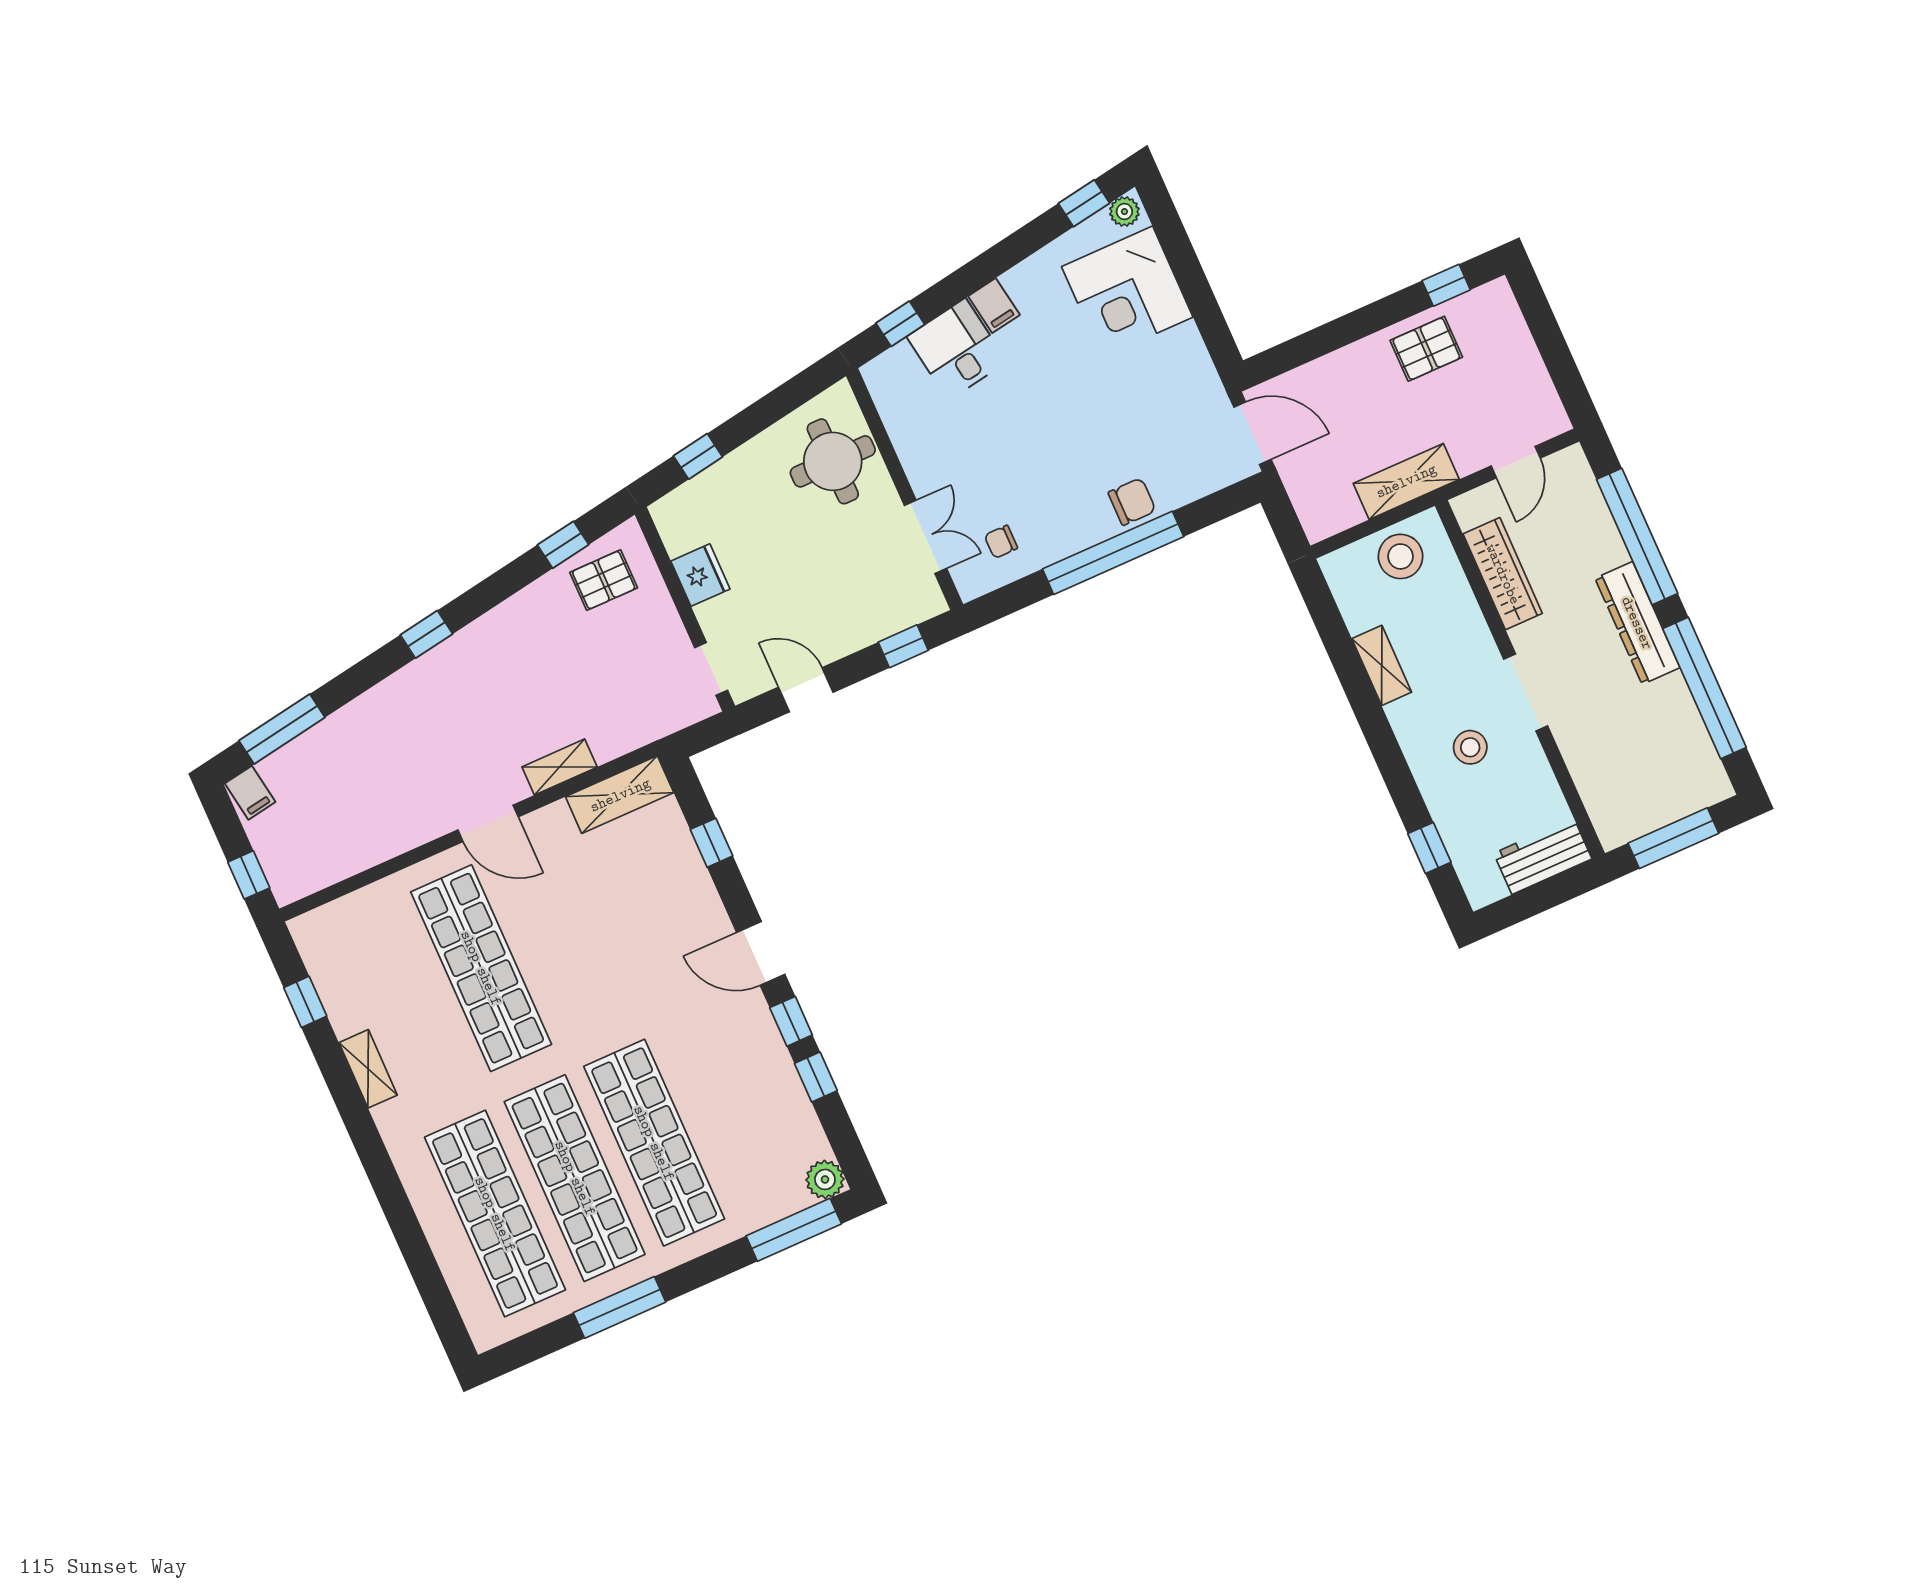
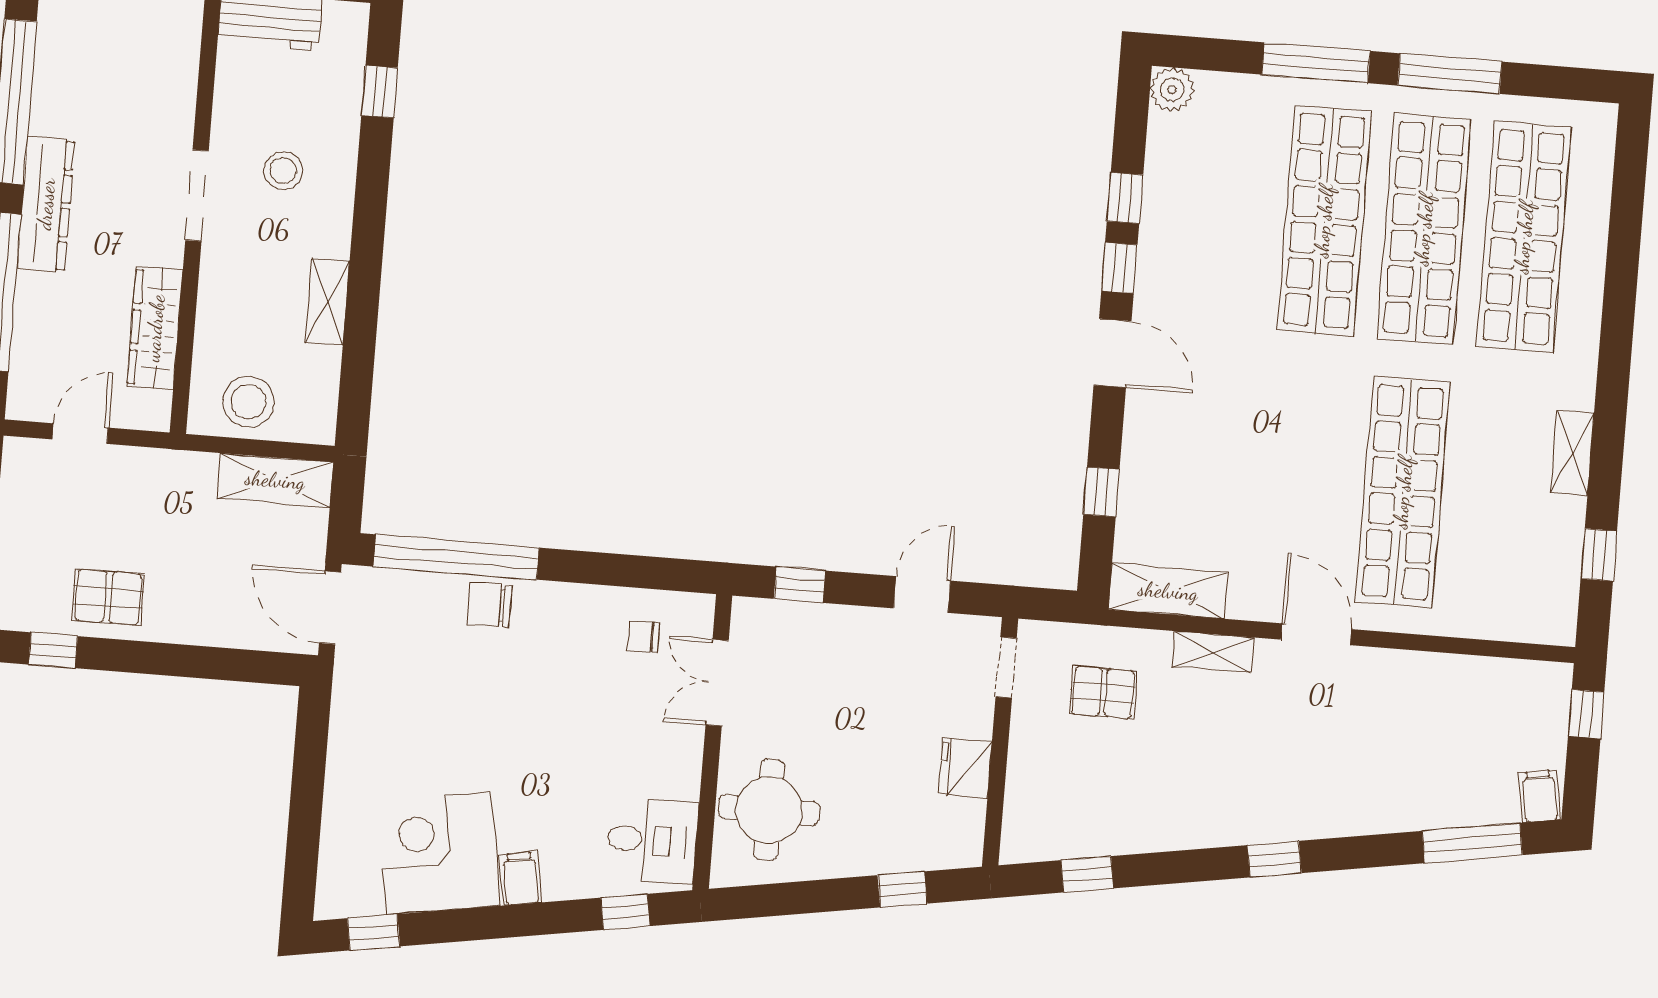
plant: (1124, 212) -> (337, 902), removed
corner desk: (1127, 292) -> (439, 853), moved, turned -99
desk: (957, 349) -> (652, 840), moved, turned -81
shelving: (1406, 481) -> (275, 480), moved
chair: (1001, 542) -> (644, 636), turned 180
window: (1113, 553) -> (456, 557), moved
pallet: (604, 580) -> (1103, 693), moved
door: (806, 690) -> (922, 595), swing flipped
window: (794, 1230) -> (1316, 63), moved

